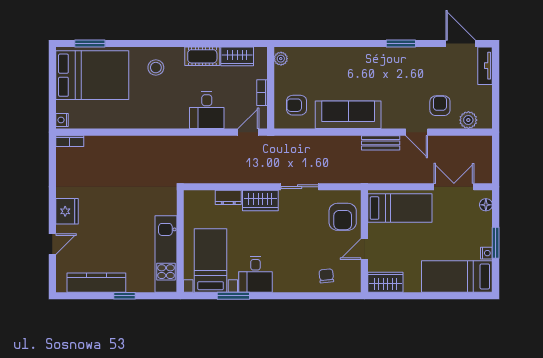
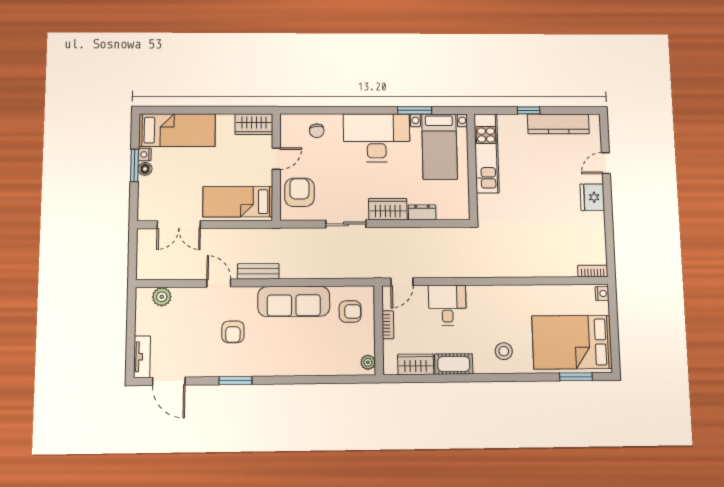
armchair: (440, 106) -> (233, 332), moved
floor lamp: (486, 205) -> (145, 169), moved
desk: (255, 274) -> (377, 138), width x1.87, depth x1.30

